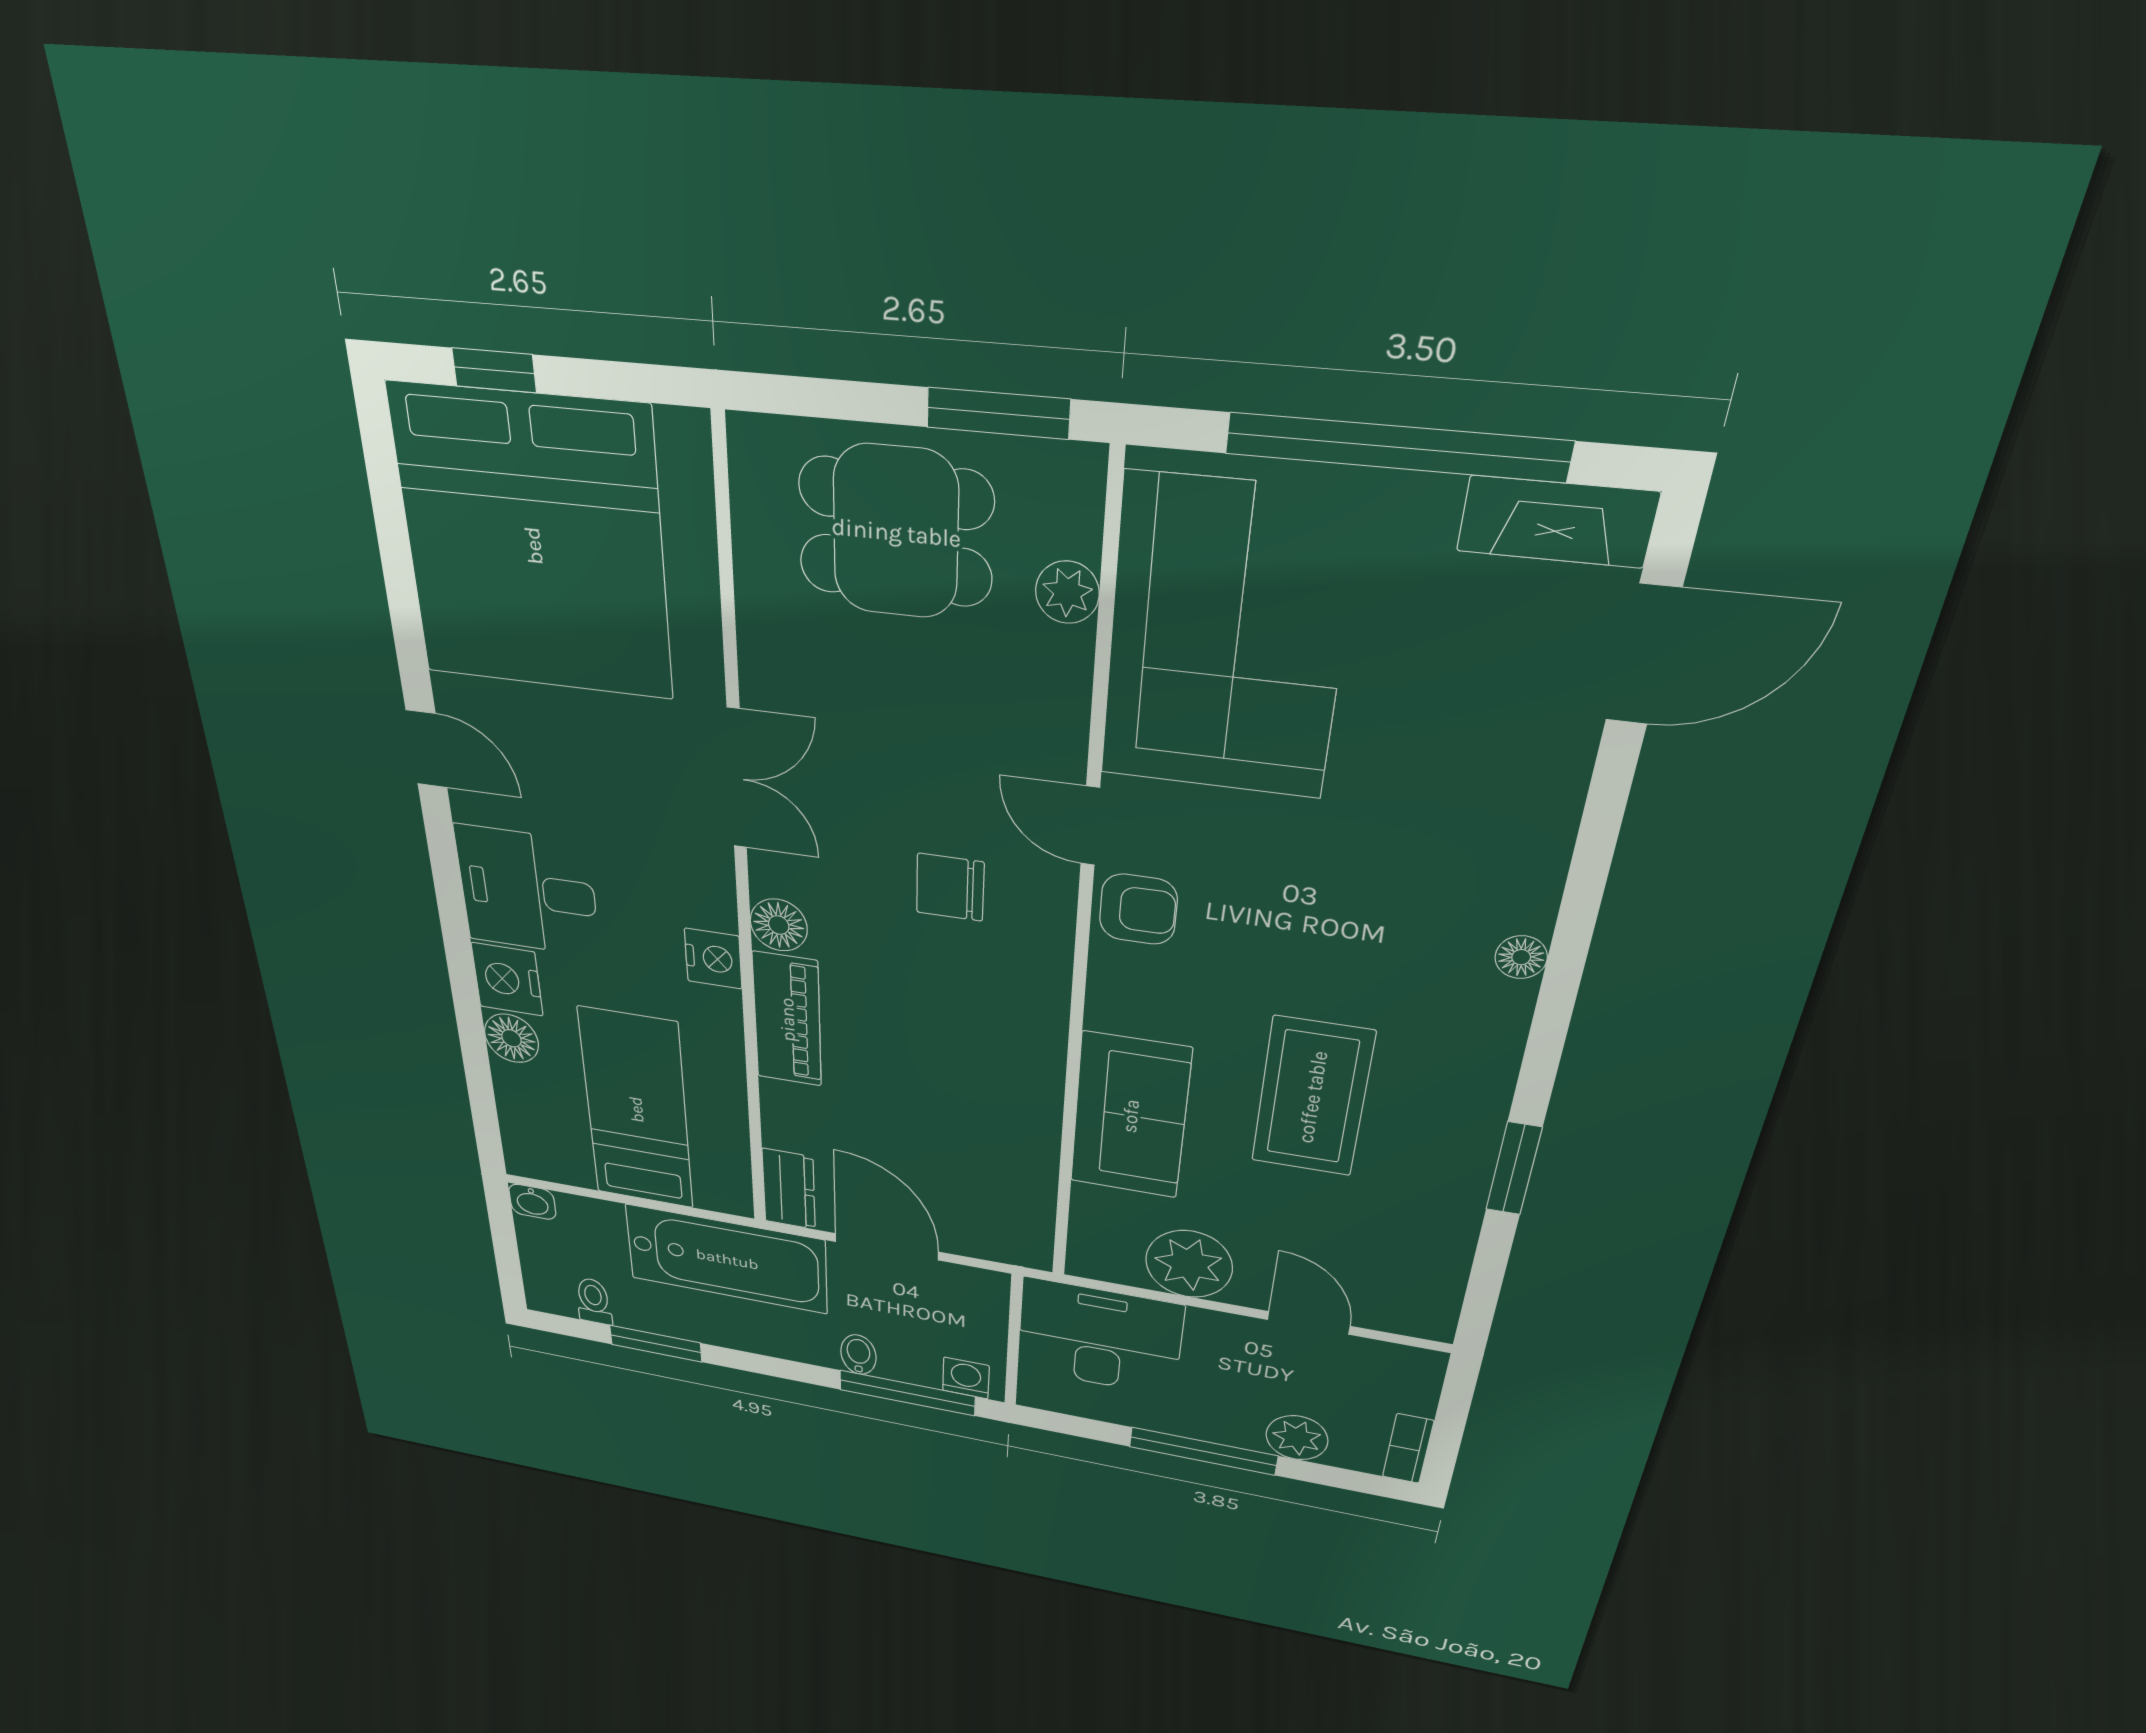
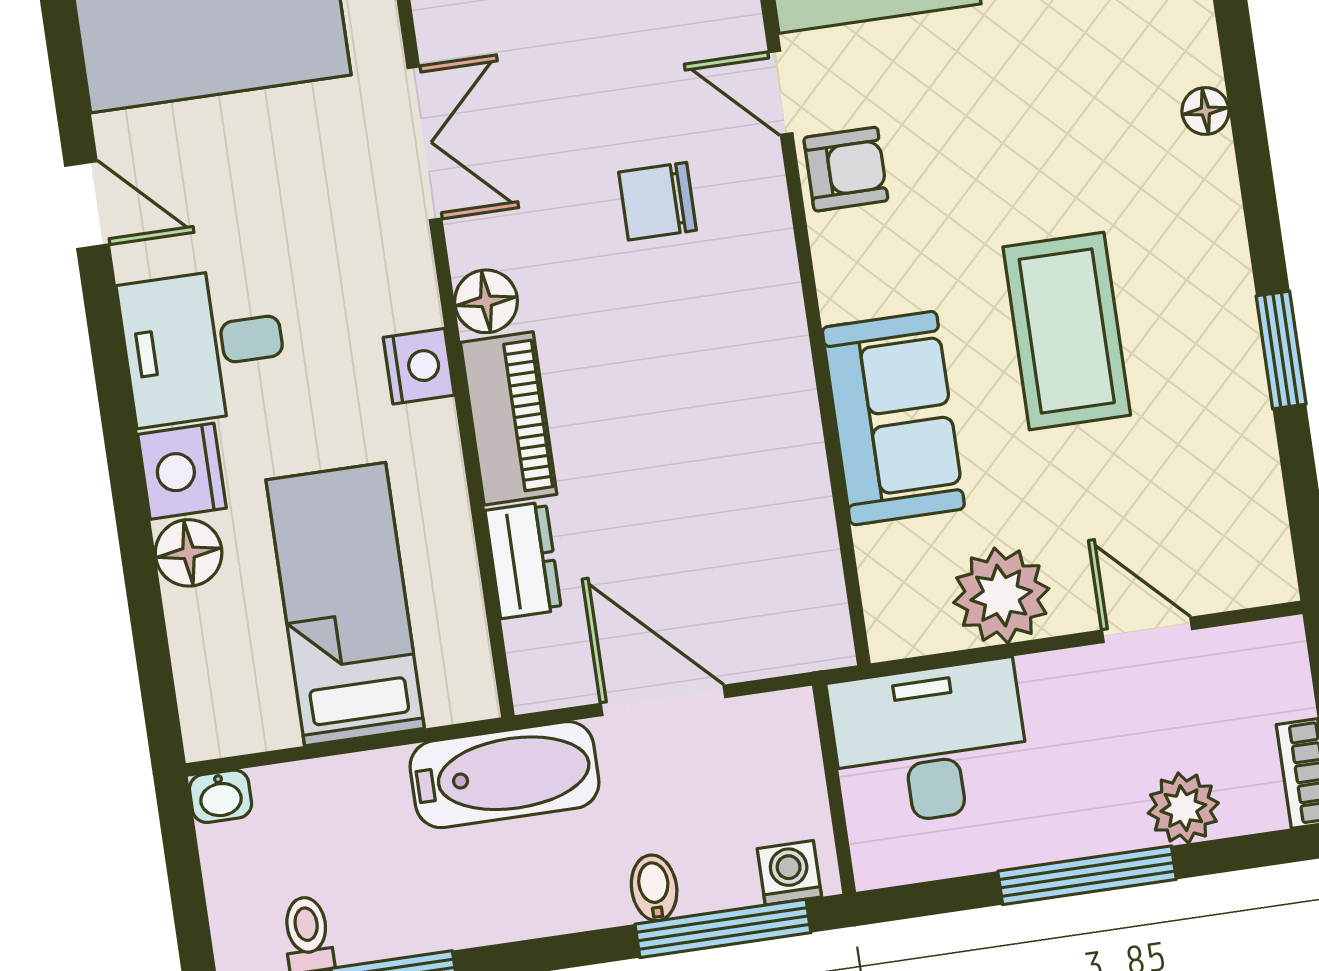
dresser: (789, 1189) -> (523, 560), moved
bathtub: (727, 1259) -> (505, 775), width x0.73, depth x0.73

